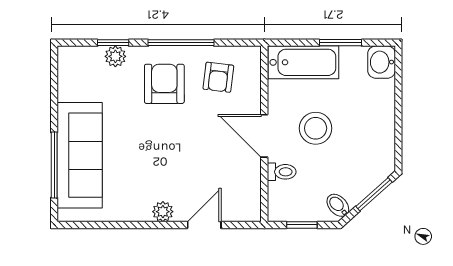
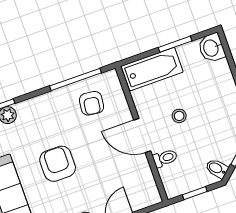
window: (181, 43) -> (76, 79), moved
armchair: (164, 84) -> (58, 164), moved
stool: (316, 128) -> (179, 116), width x0.53, depth x0.53

